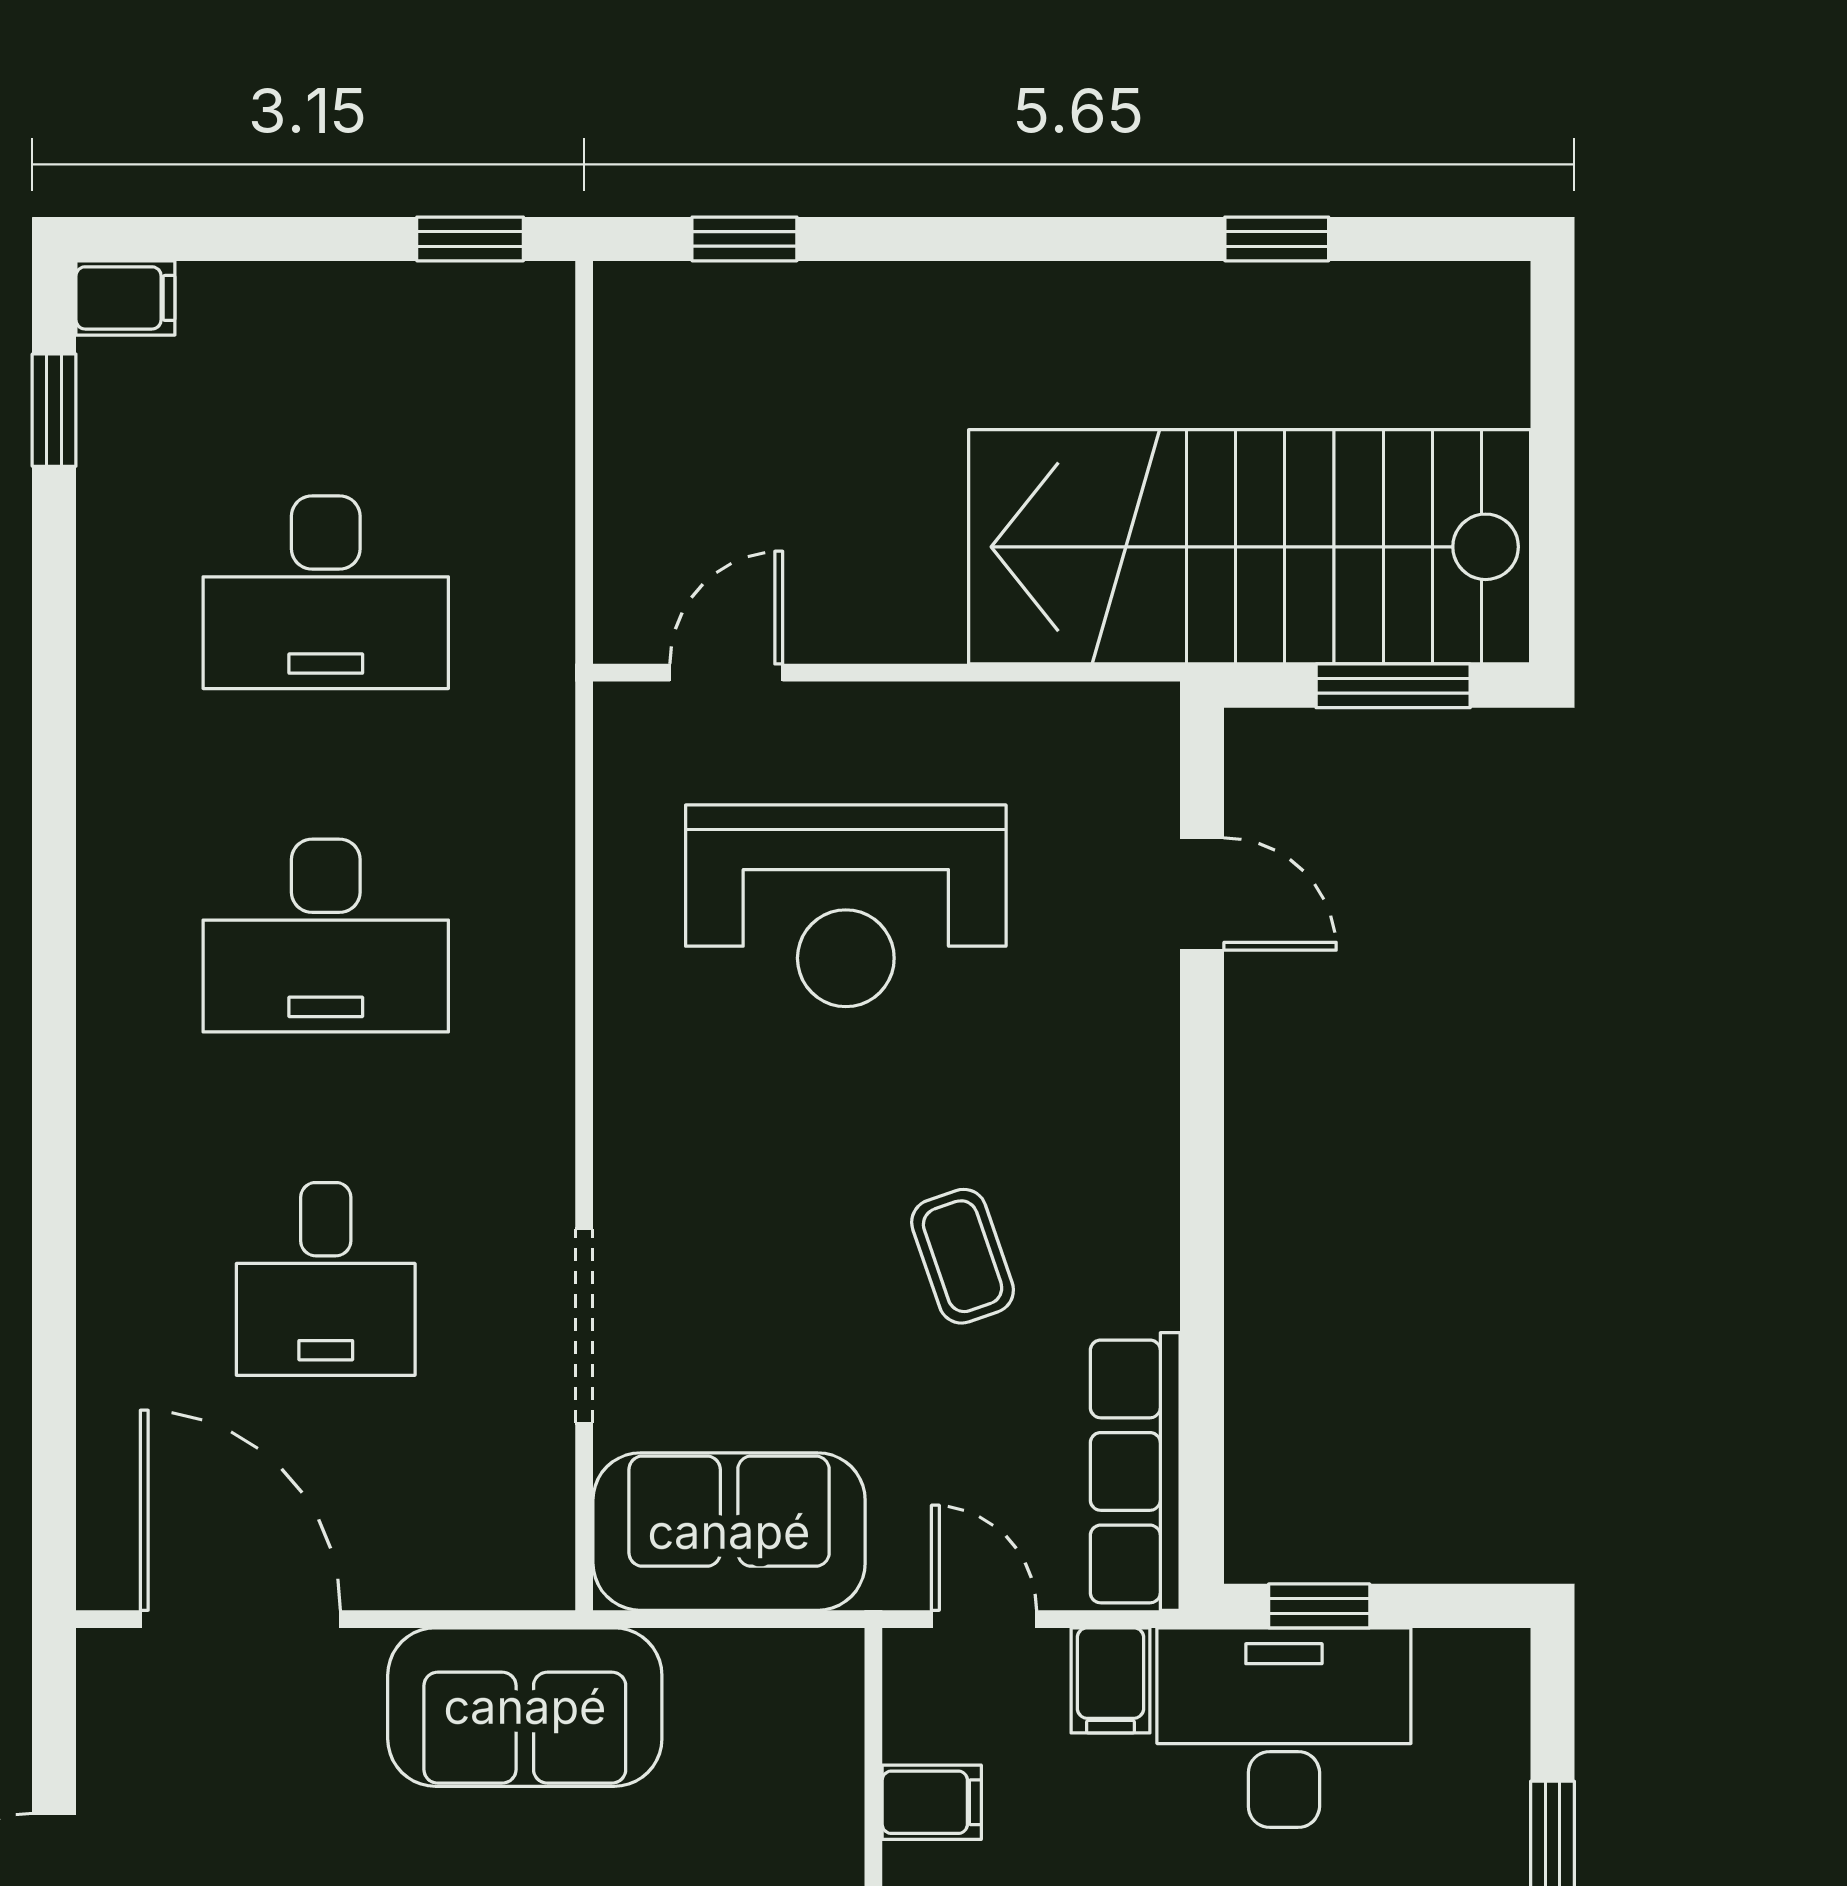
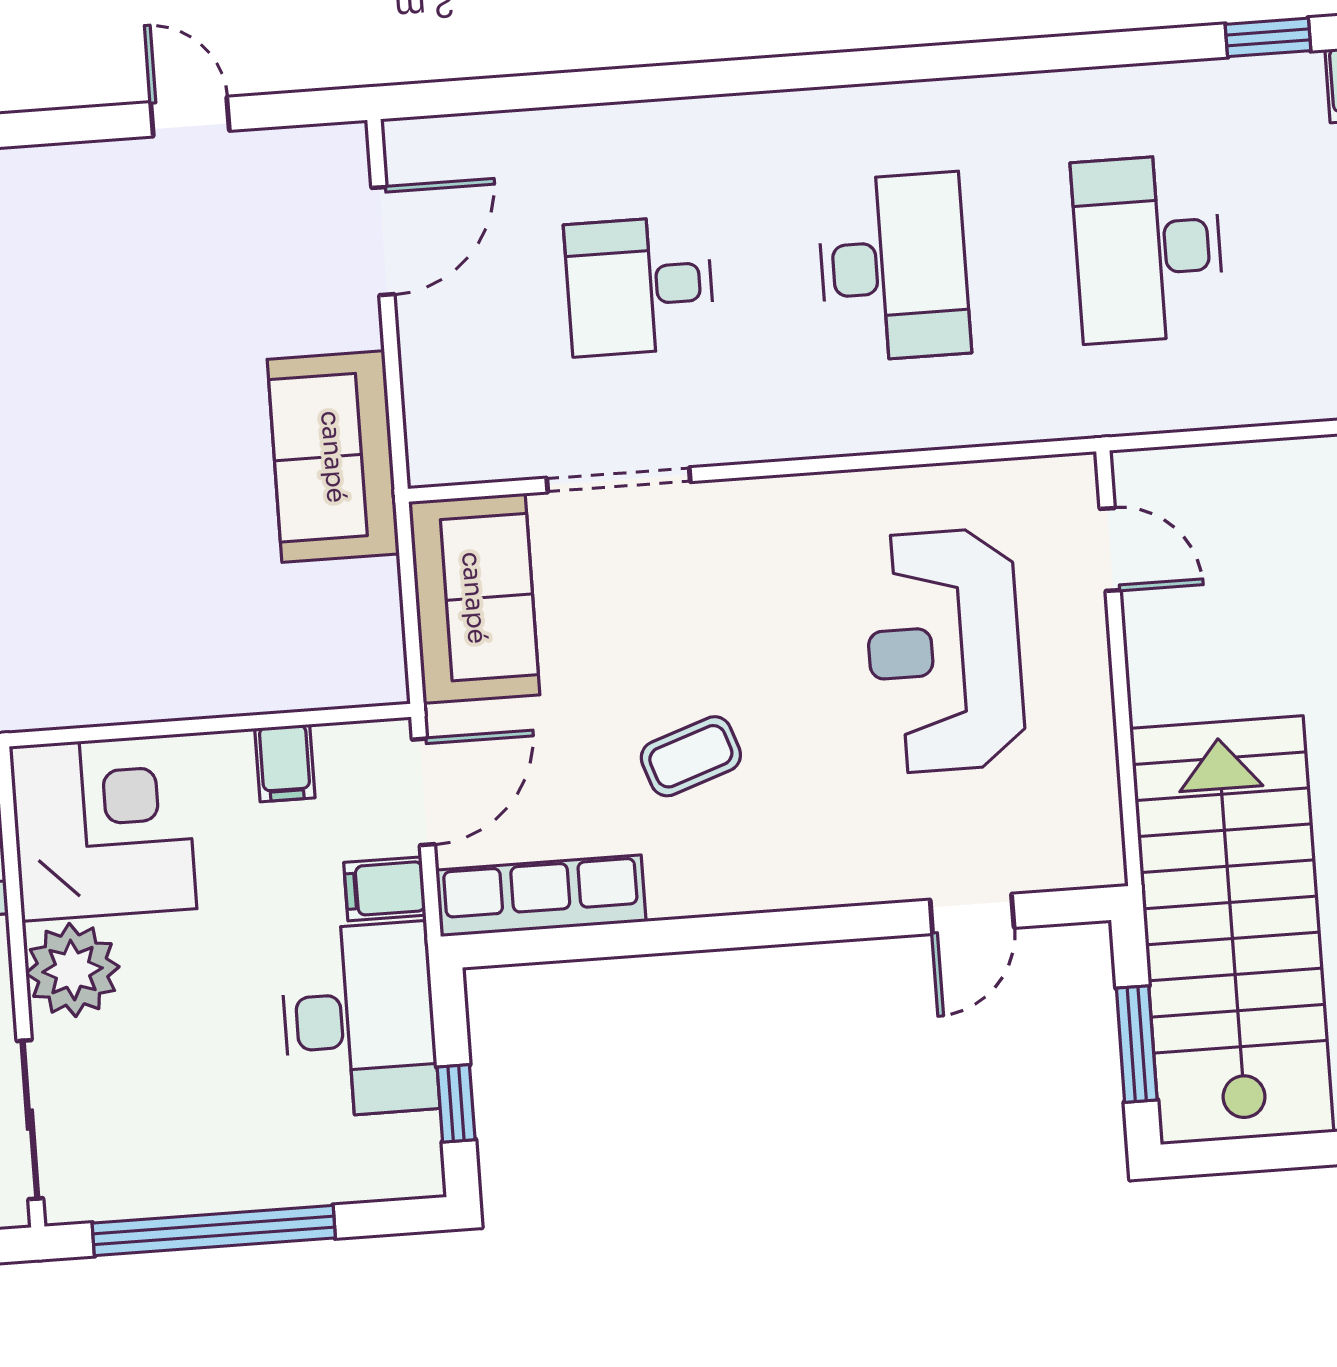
desk: (326, 936) -> (894, 267), turned 180
window: (1319, 1606) -> (456, 1103), moved
door: (240, 1619) -> (383, 241), width x0.73
door: (984, 1619) -> (423, 792), width x1.38

